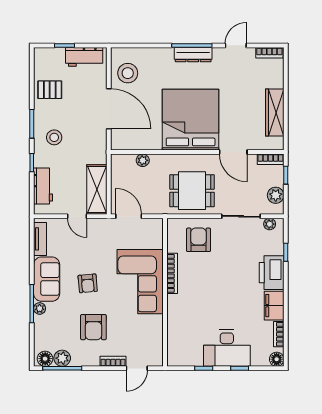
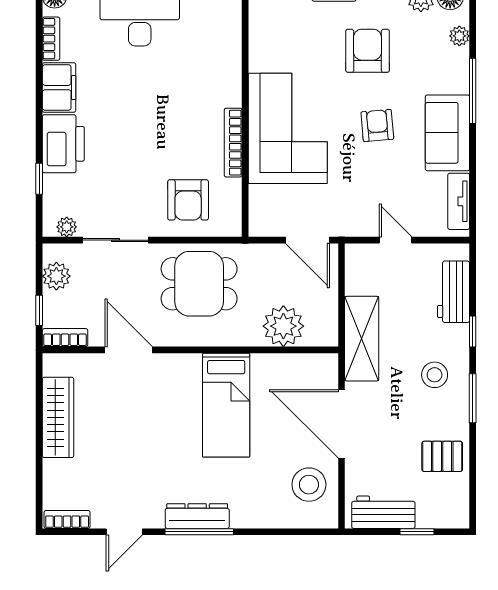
bed: (191, 120) -> (226, 405), width x0.49
plant: (143, 160) -> (283, 326), width x1.88, depth x1.88
shelving: (97, 190) -> (362, 339), moved
plant: (40, 308) -> (459, 36), moved

